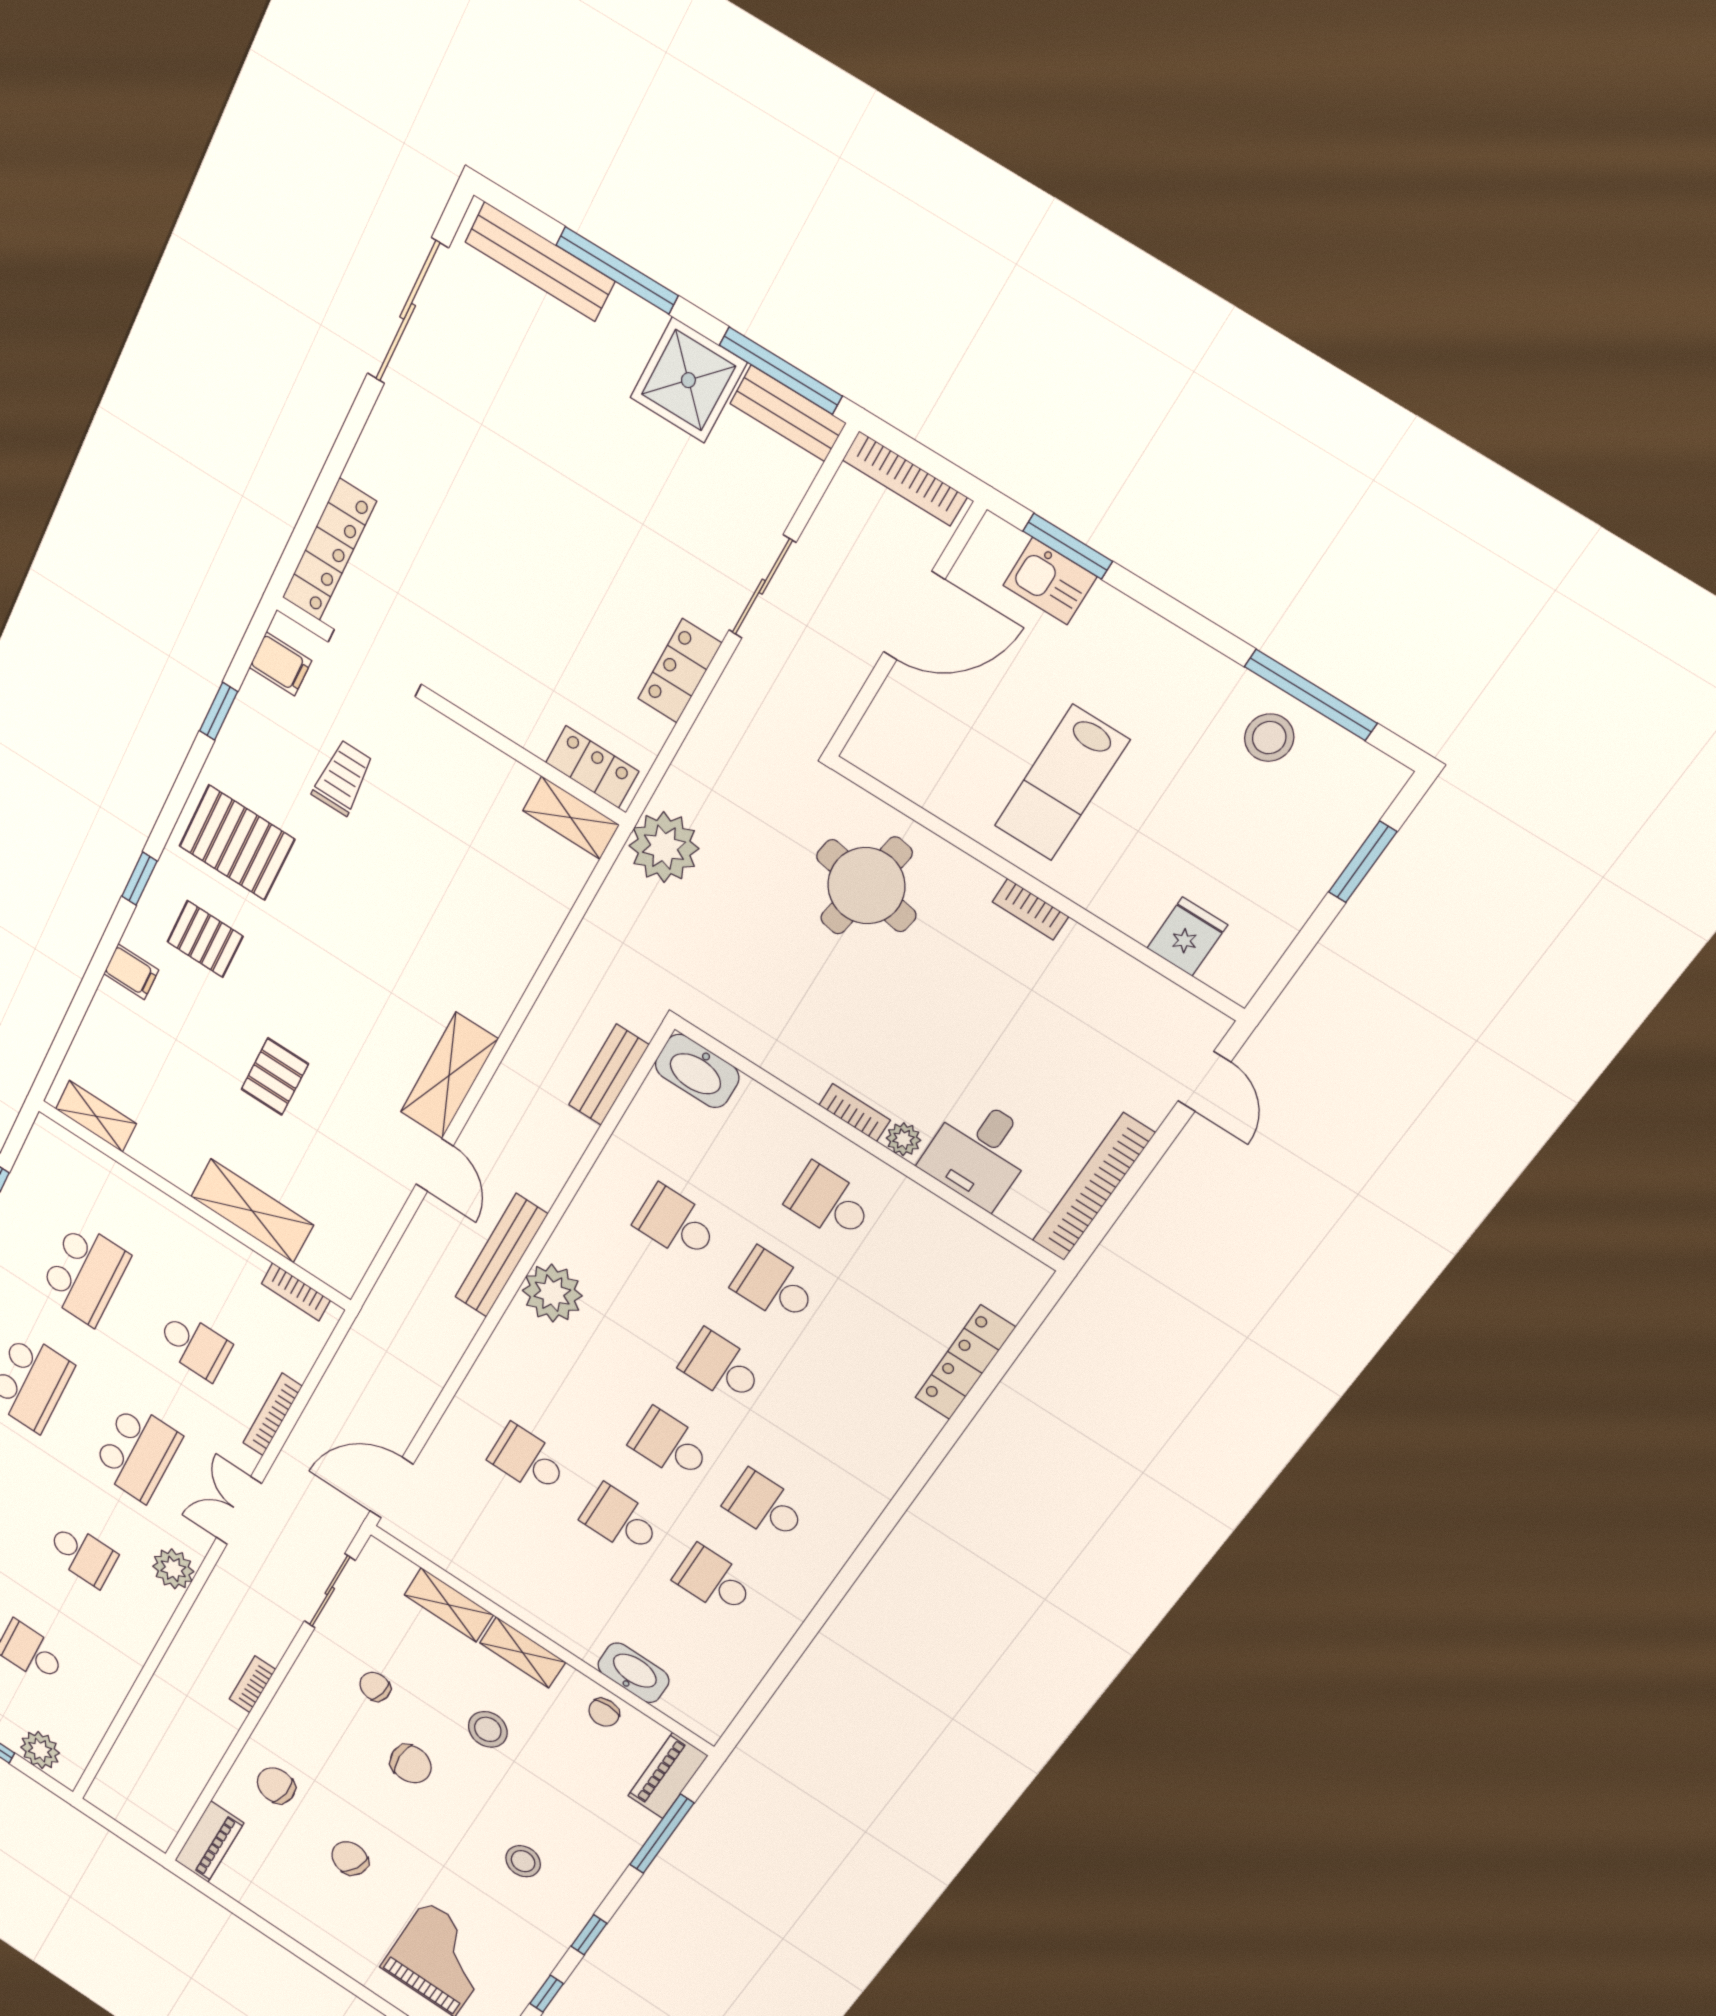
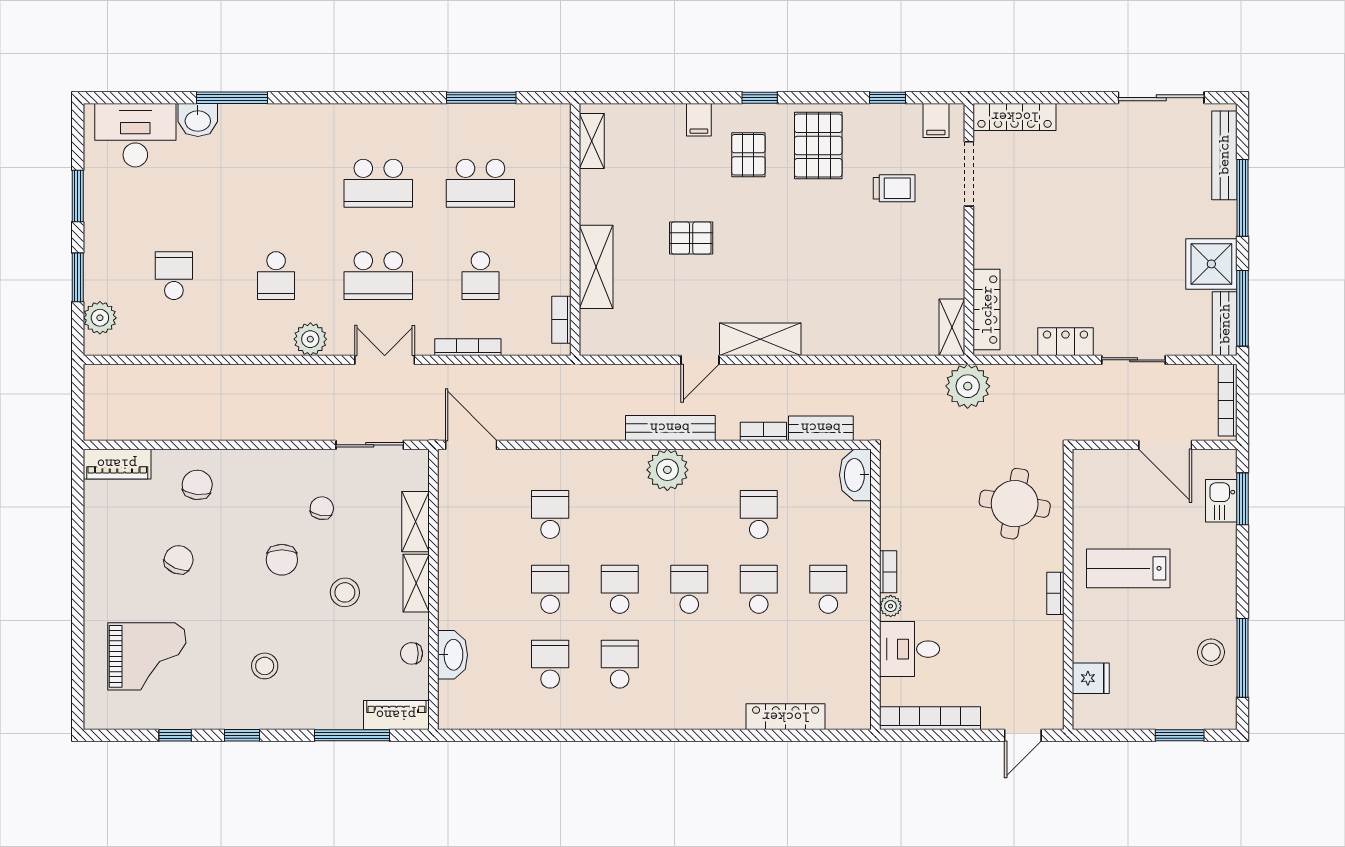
locker: (592, 767) -> (987, 310), width x1.53
bookcase: (252, 1684) -> (763, 431), moved

